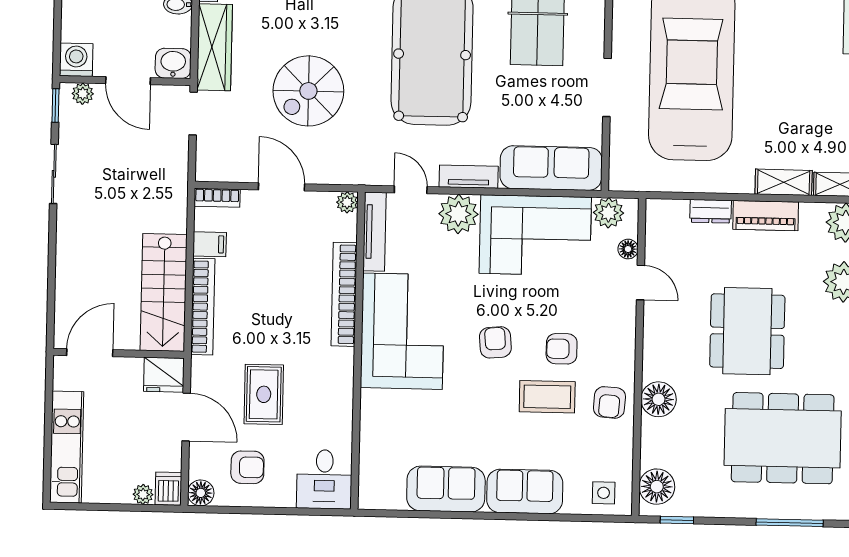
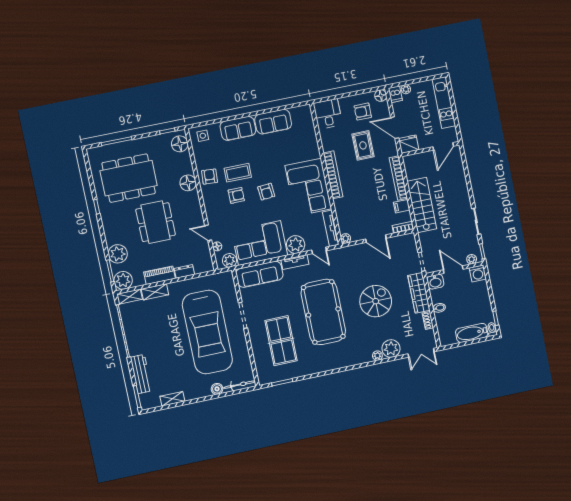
spiral stairs: (308, 91) -> (376, 301), moved
stairs: (164, 292) -> (422, 205), moved
bookcase: (344, 294) -> (333, 175), moved

